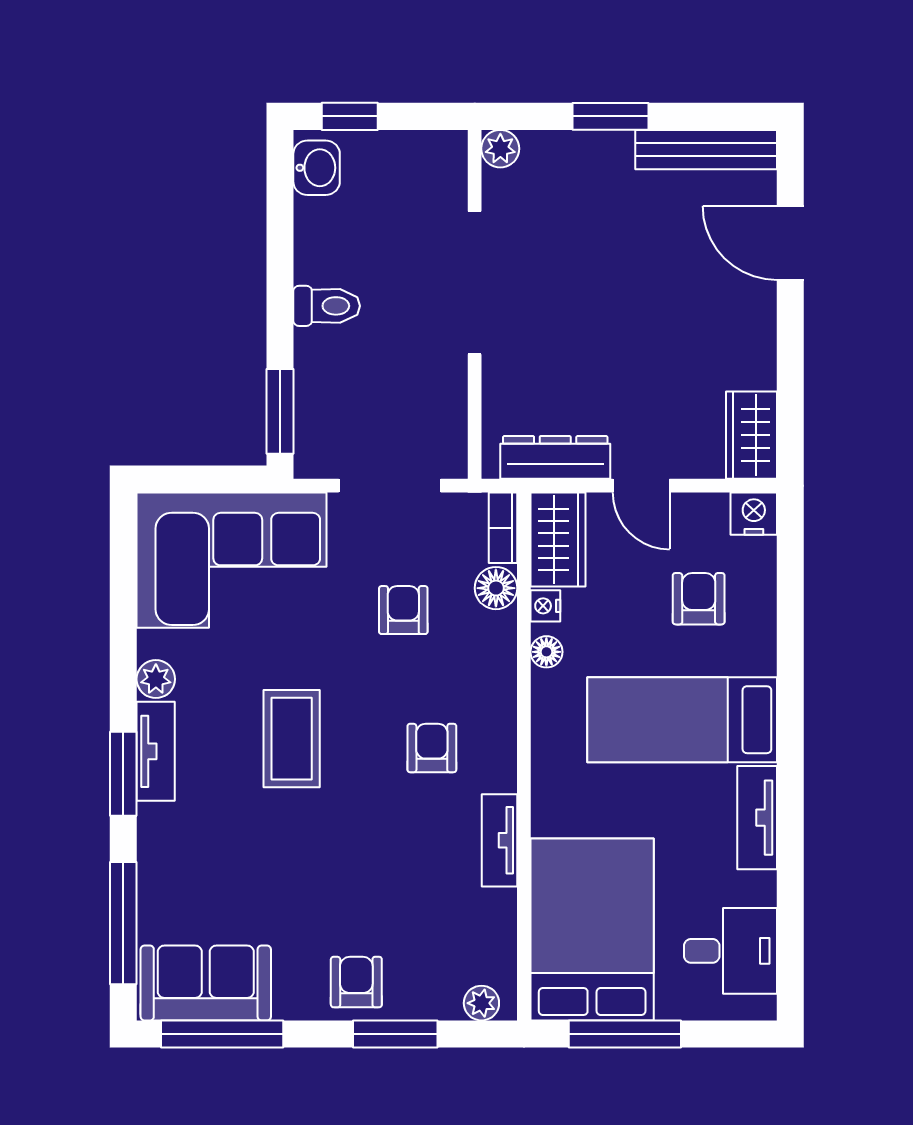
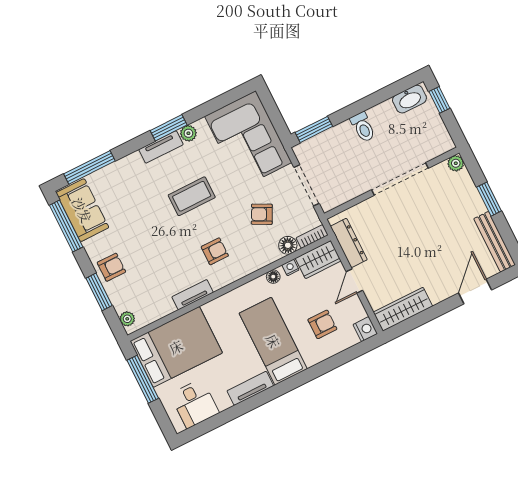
washbasin: (317, 168) -> (409, 99), width x1.38
wardrobe: (751, 435) -> (403, 309), width x1.50
armchair: (403, 610) -> (262, 214), turned -153
window: (123, 774) -> (169, 128), moved

